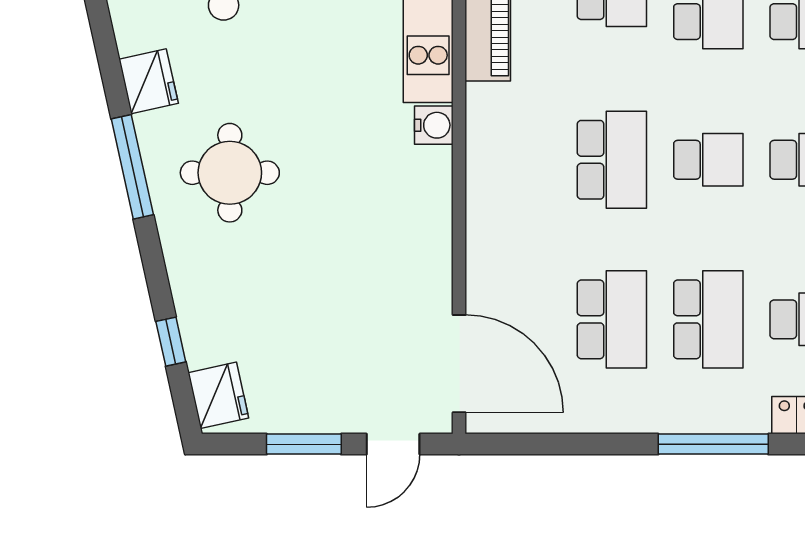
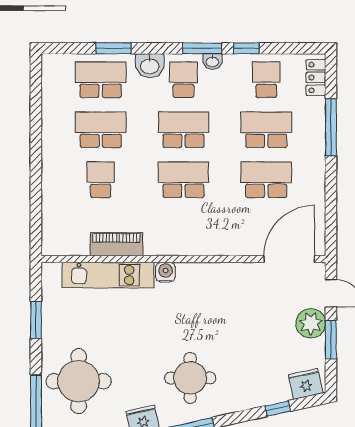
school desk: (708, 160) -> (183, 130), width x1.85
plant: (335, 405) -> (311, 323), added

